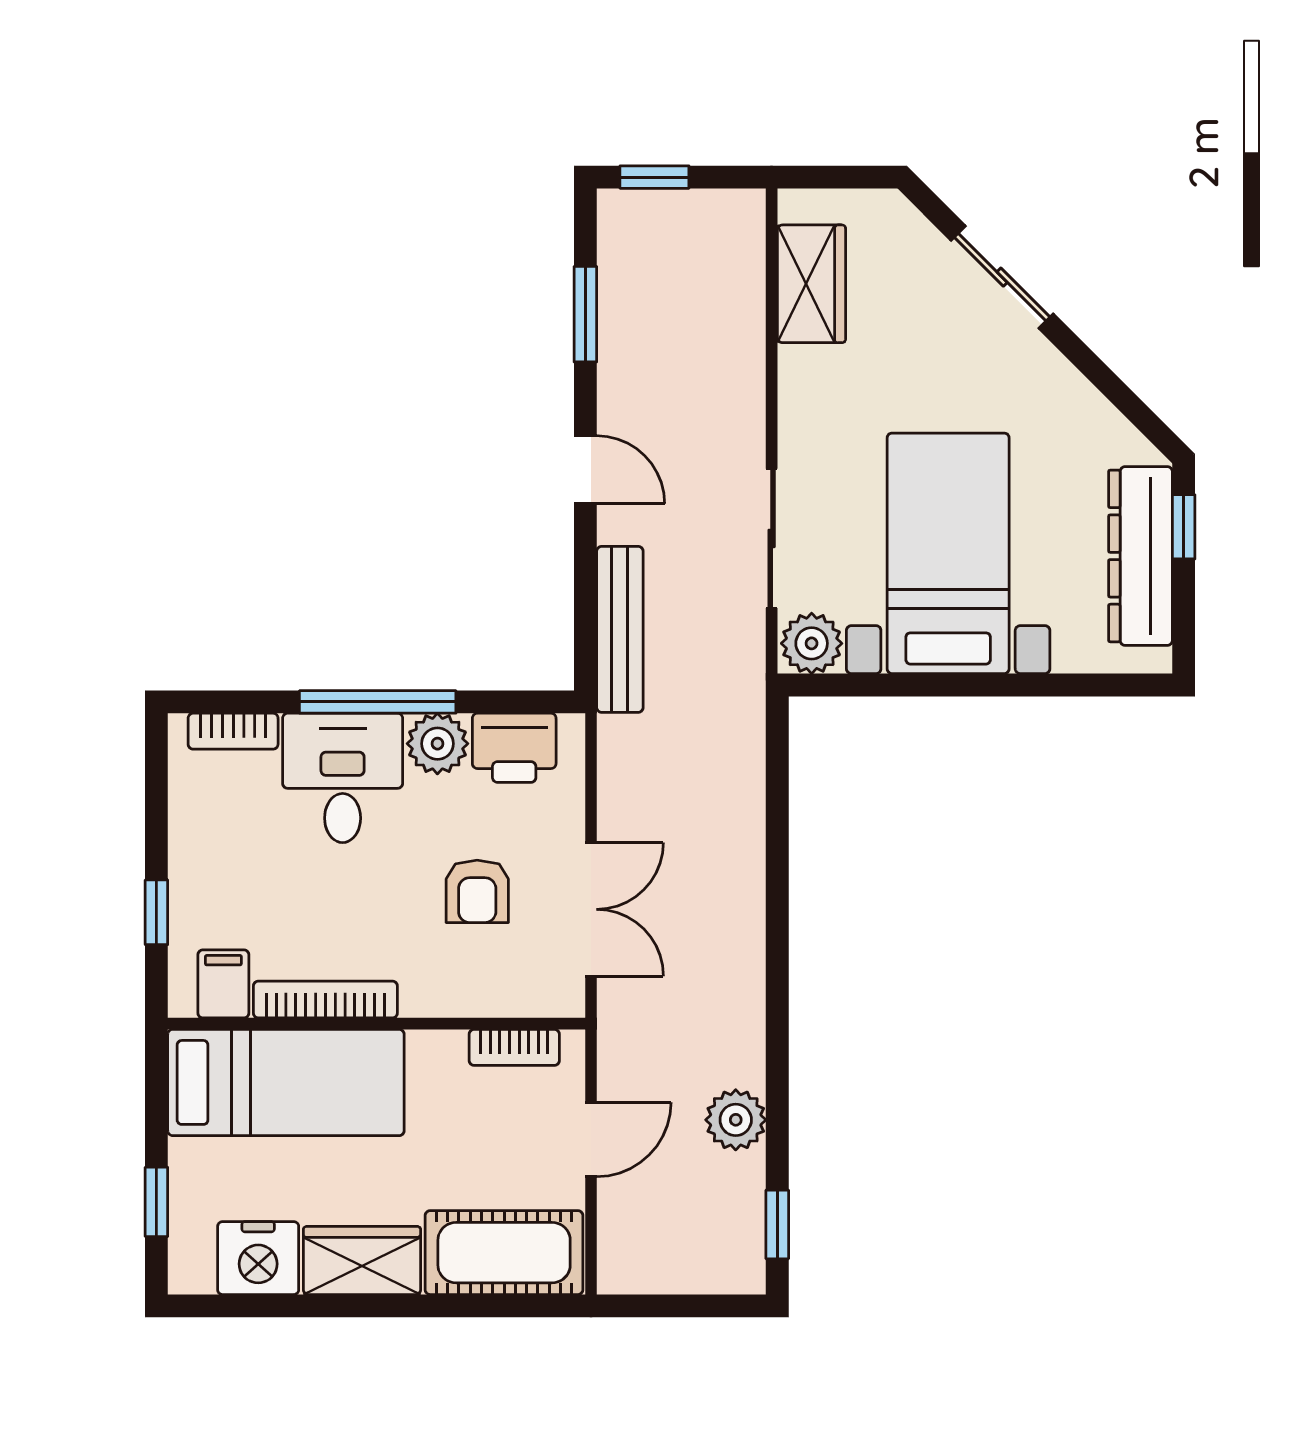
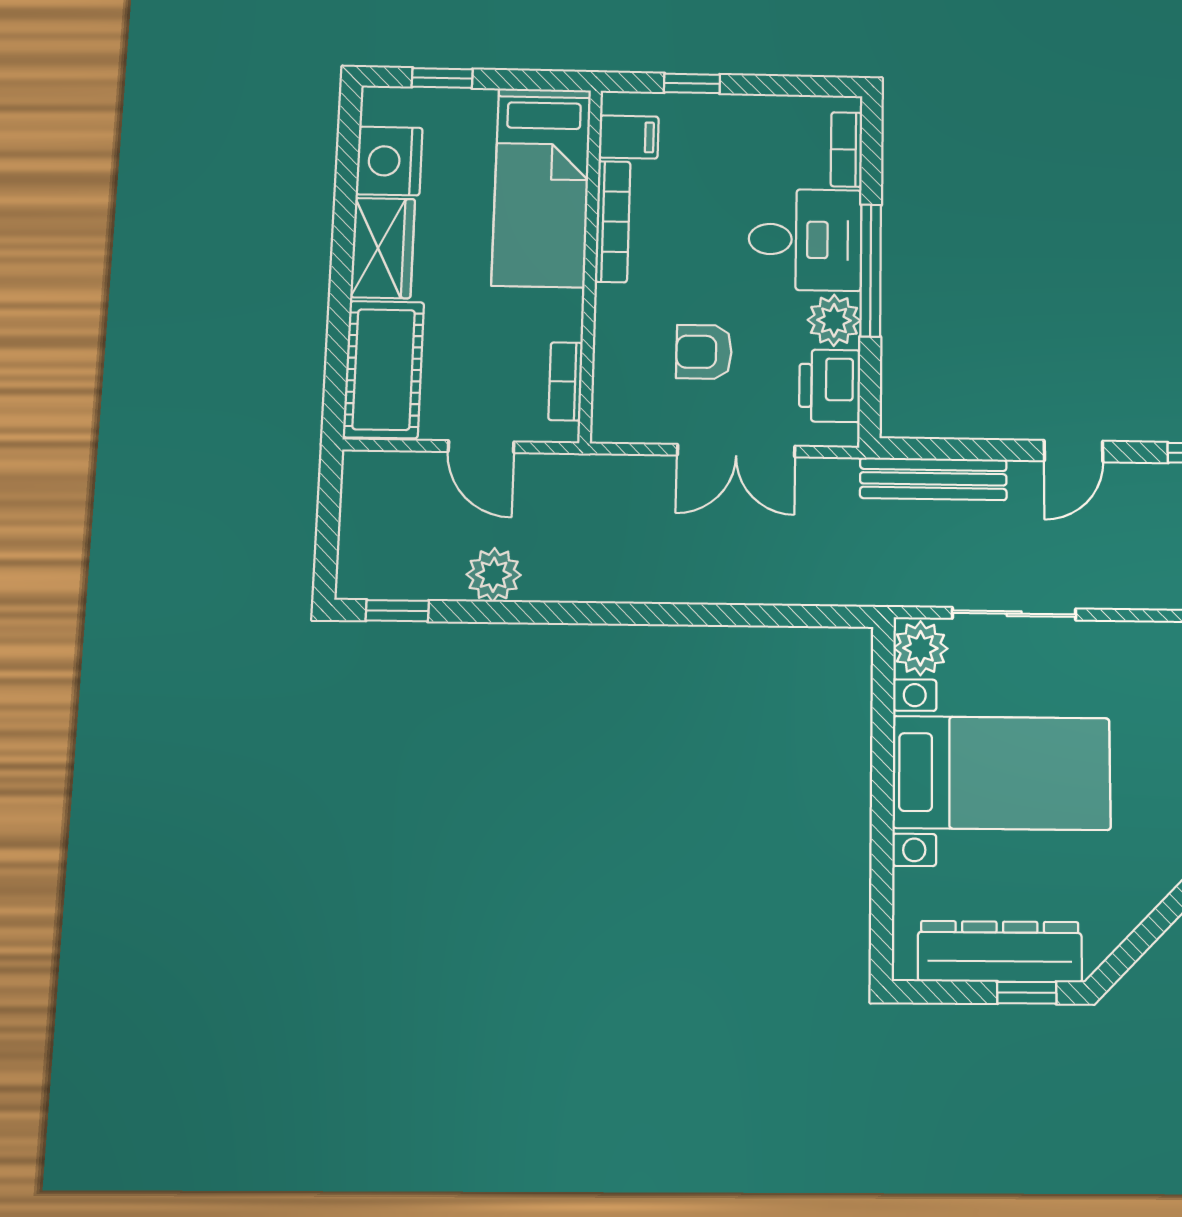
double door: (591, 909) -> (736, 451), moved

